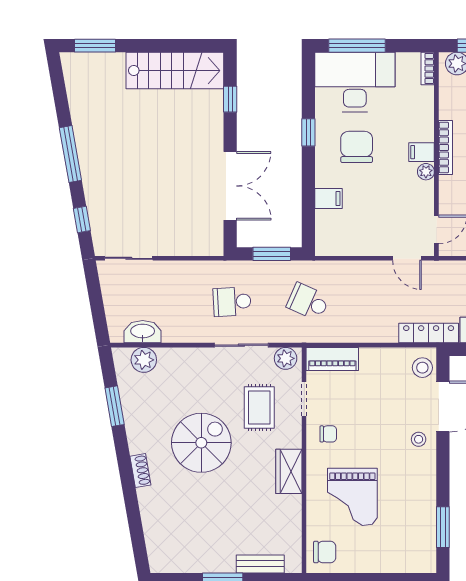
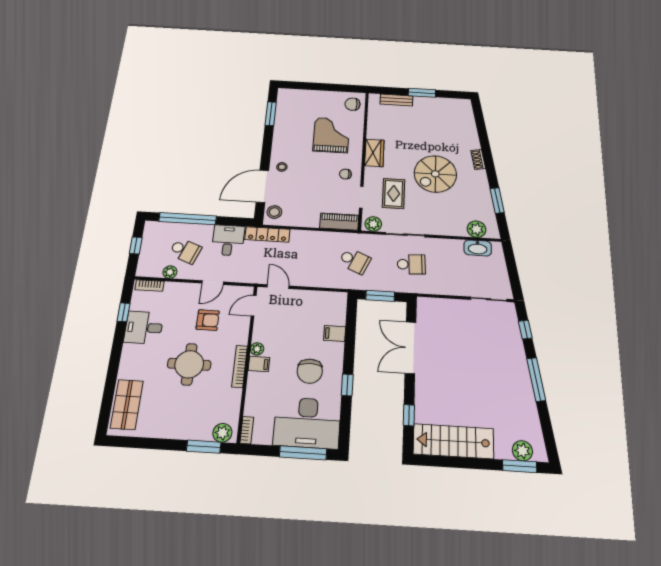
plant: (91, 64) -> (522, 451), added

